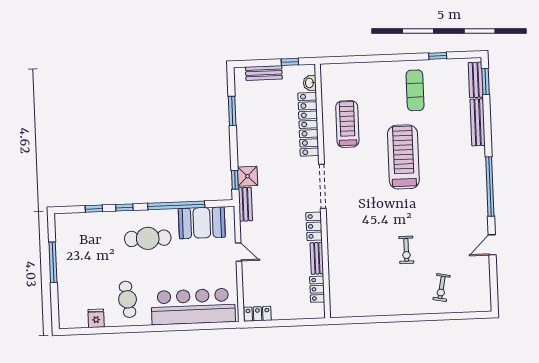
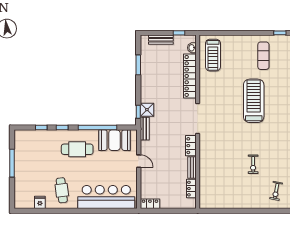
treadmill: (347, 124) -> (213, 55), moved, turned 180

